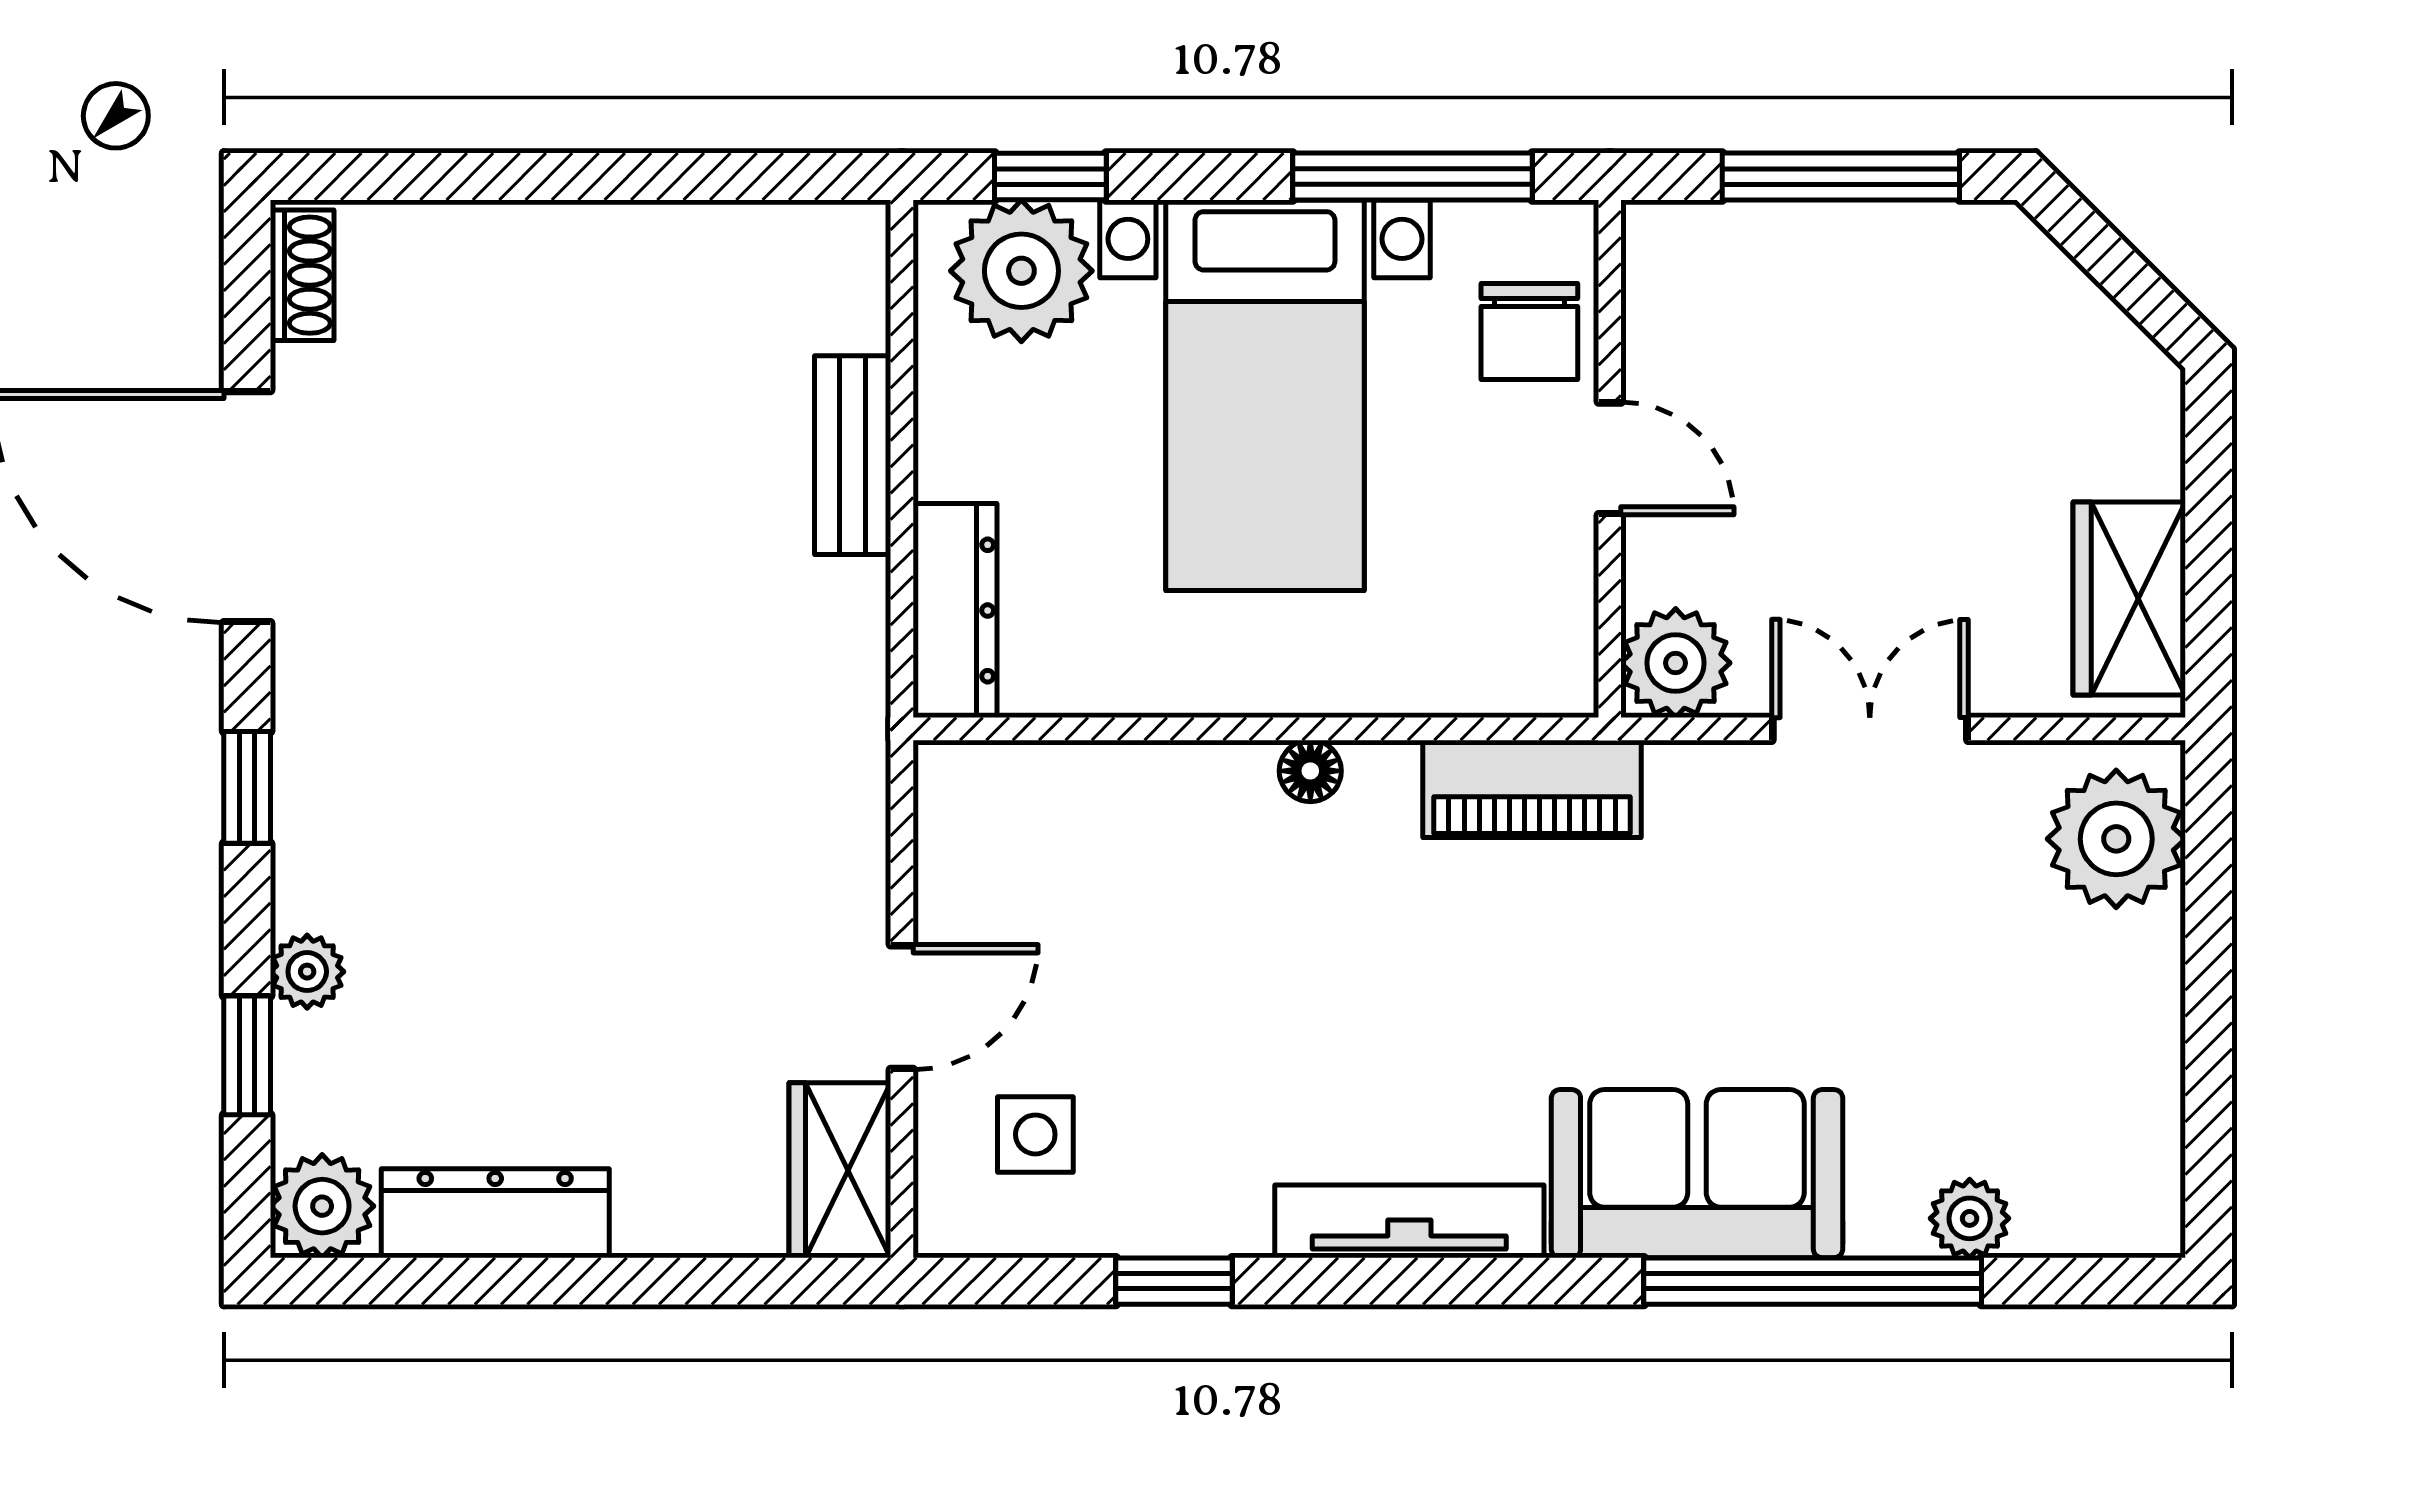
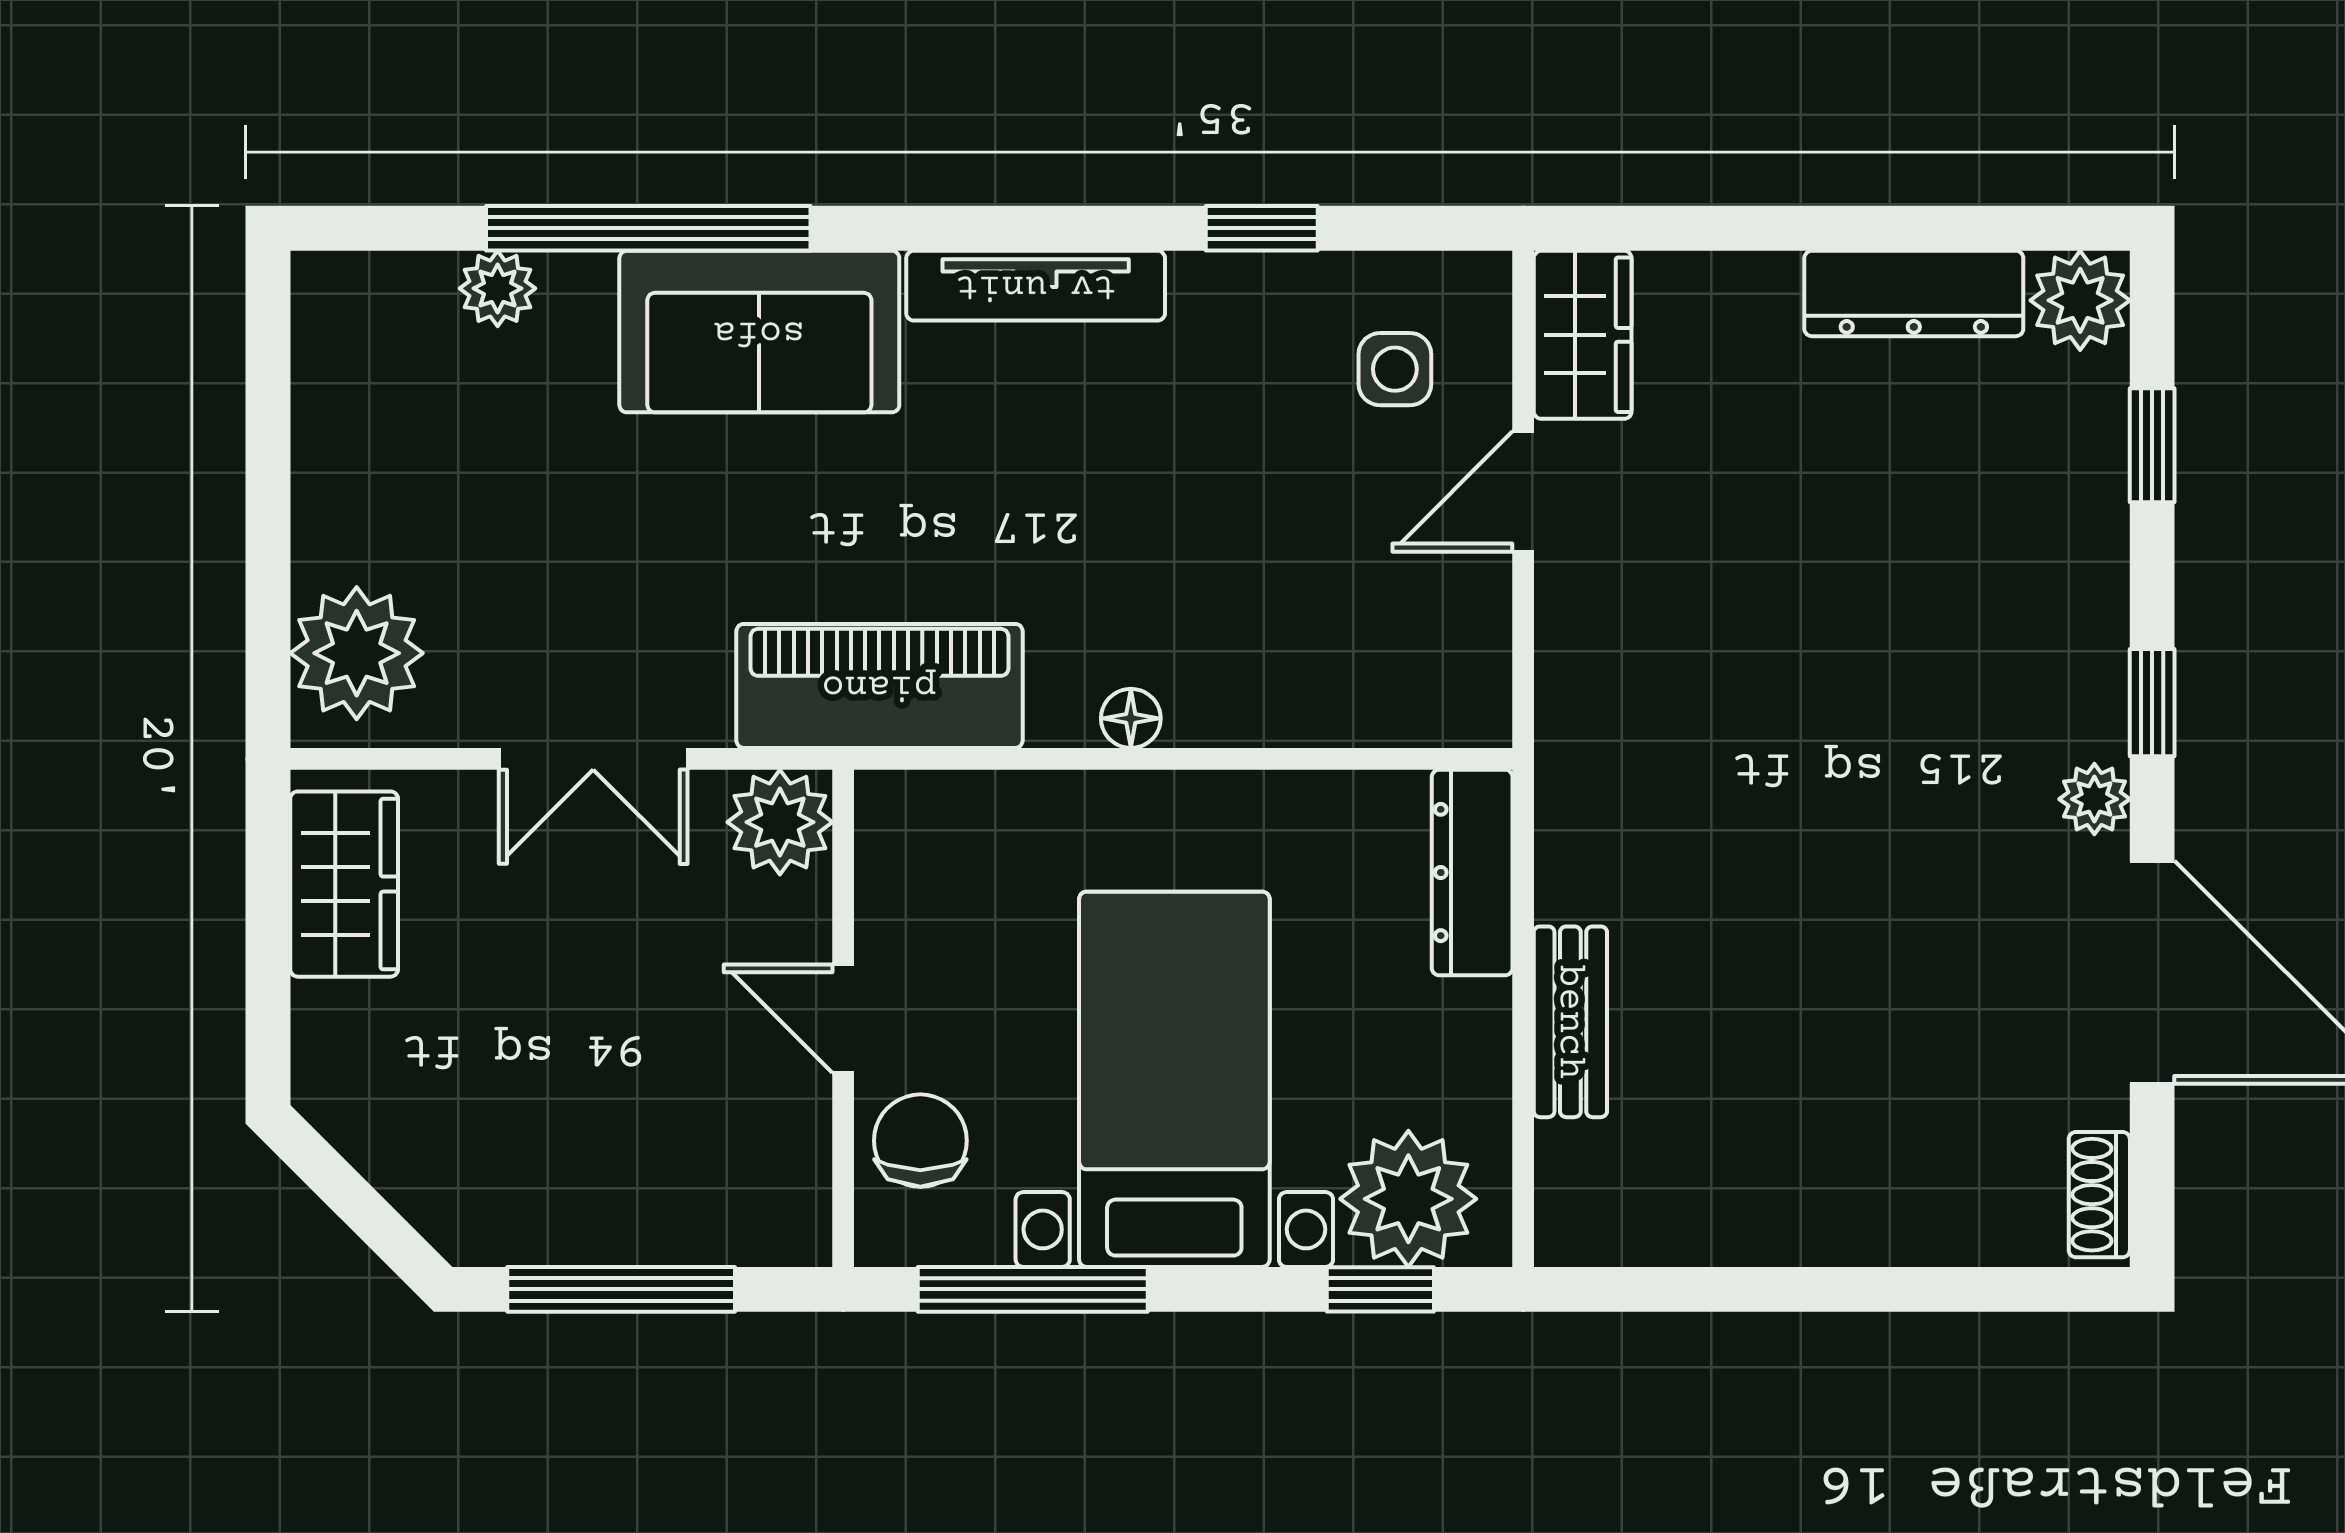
piano: (1532, 789) -> (879, 686), width x1.37, depth x1.33
plant: (307, 972) -> (2094, 799), moved

